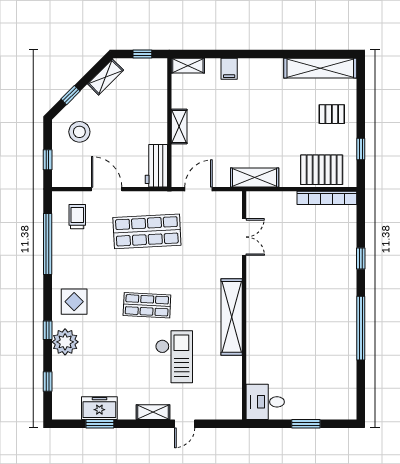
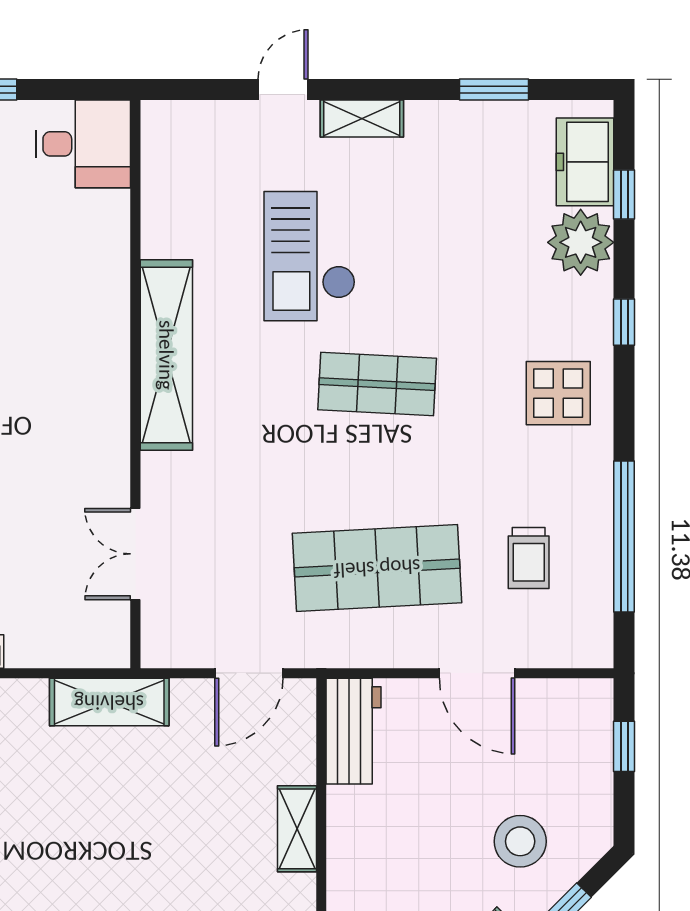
stool: (79, 132) -> (520, 841), moved
trolley: (77, 217) -> (529, 558), moved
plant: (65, 342) -> (581, 242), moved
freezer: (99, 408) -> (585, 162), moved, turned 90

